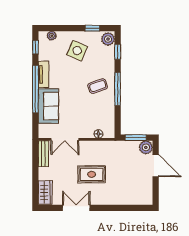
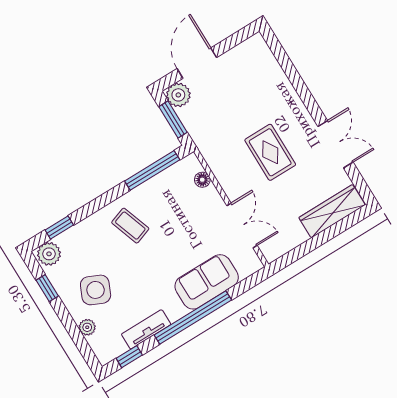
plant: (52, 36) -> (87, 327), moved
tv unit: (44, 74) -> (146, 329), moved
window: (118, 89) -> (152, 170), moved
bench: (43, 154) -> (284, 245), removed
wardrobe: (45, 192) -> (332, 211), width x1.50
double door: (76, 208) -> (335, 144), swing flipped

